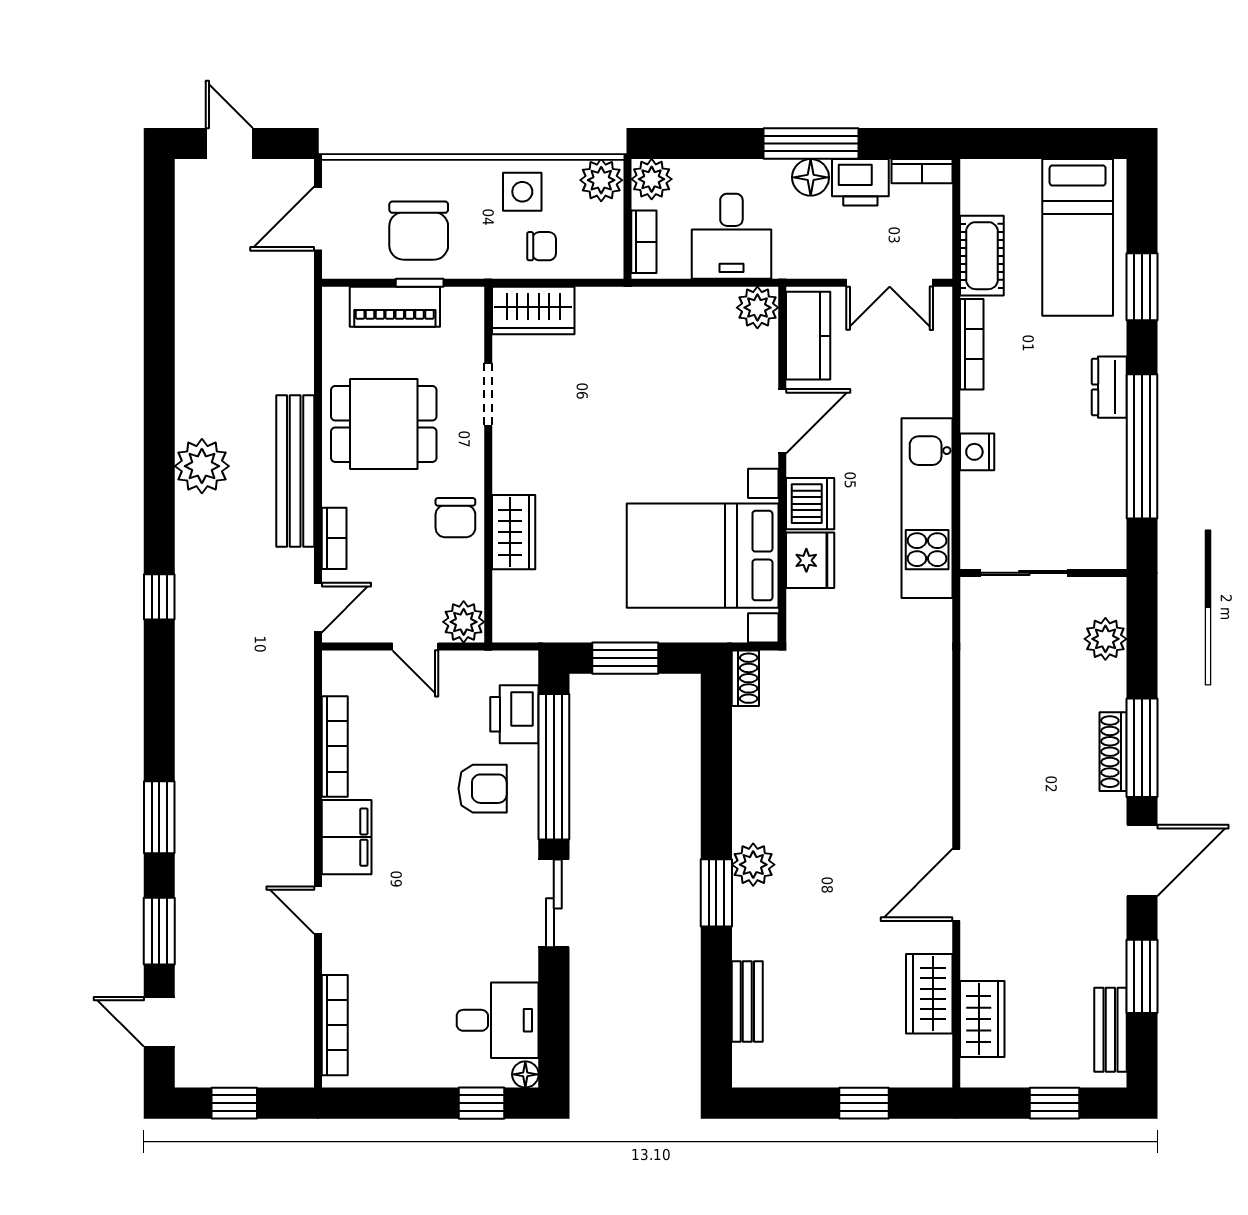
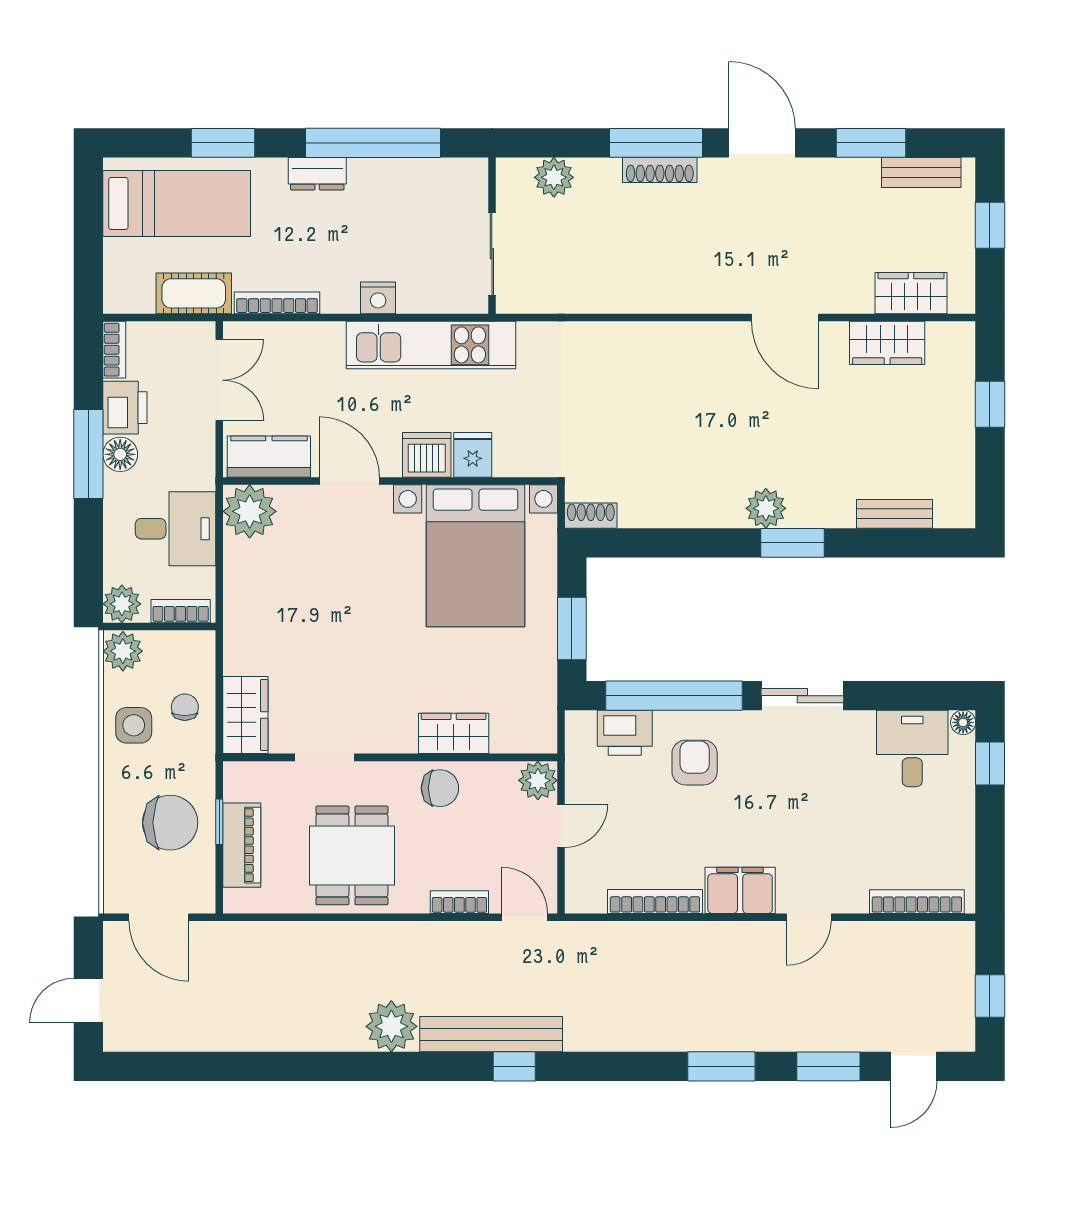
plant: (757, 308) -> (250, 511), width x1.36, depth x1.36
bench: (295, 471) -> (491, 1034), moved
fridge: (810, 560) -> (473, 455), width x0.72

